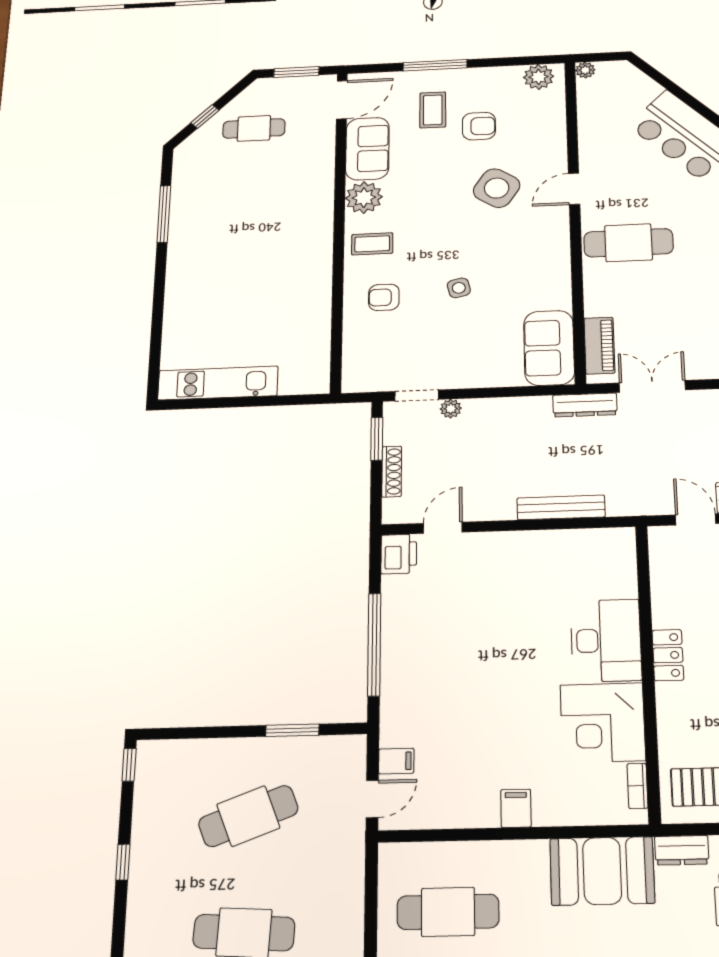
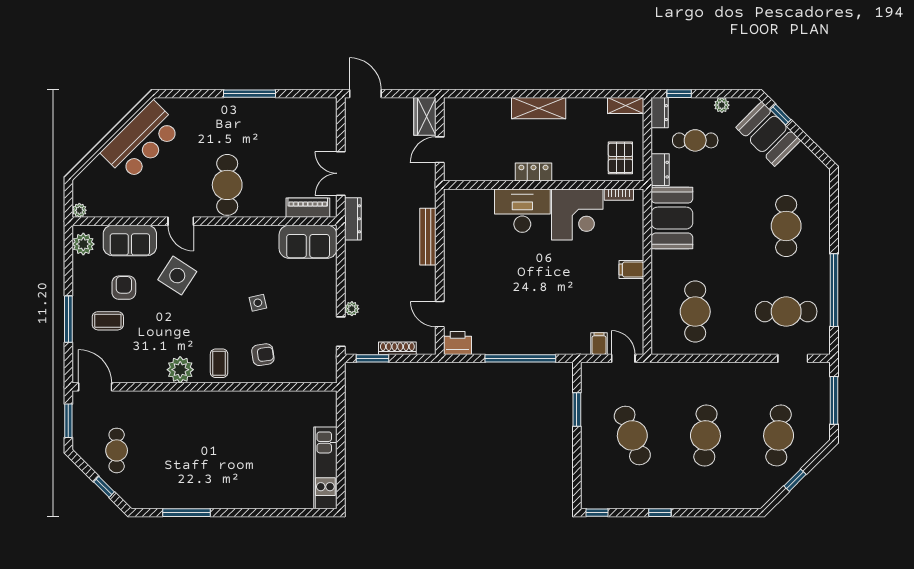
sofa: (367, 149) -> (130, 240), moved, turned 180
armchair: (384, 297) -> (263, 355), turned -98

